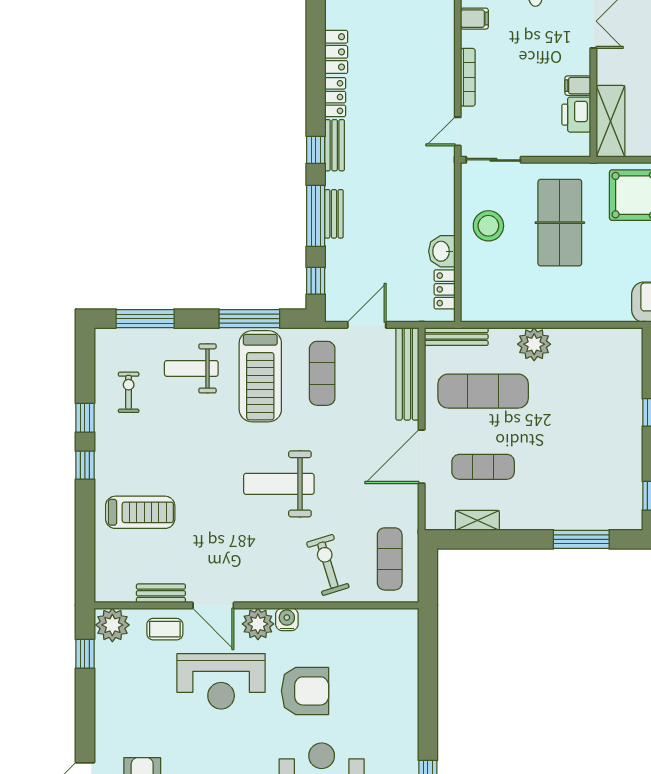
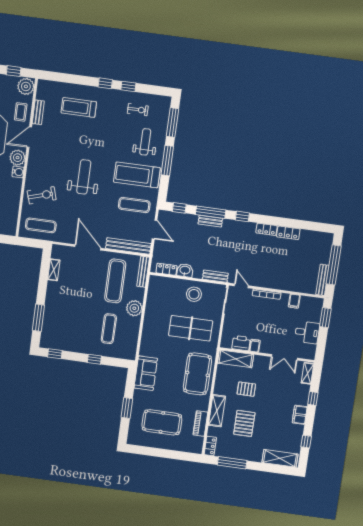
bench: (335, 145) -> (215, 276), moved
window: (249, 319) -> (167, 161), moved
exercise mat: (483, 467) -> (109, 329), moved
treadmill: (140, 512) -> (79, 107), turned 90

